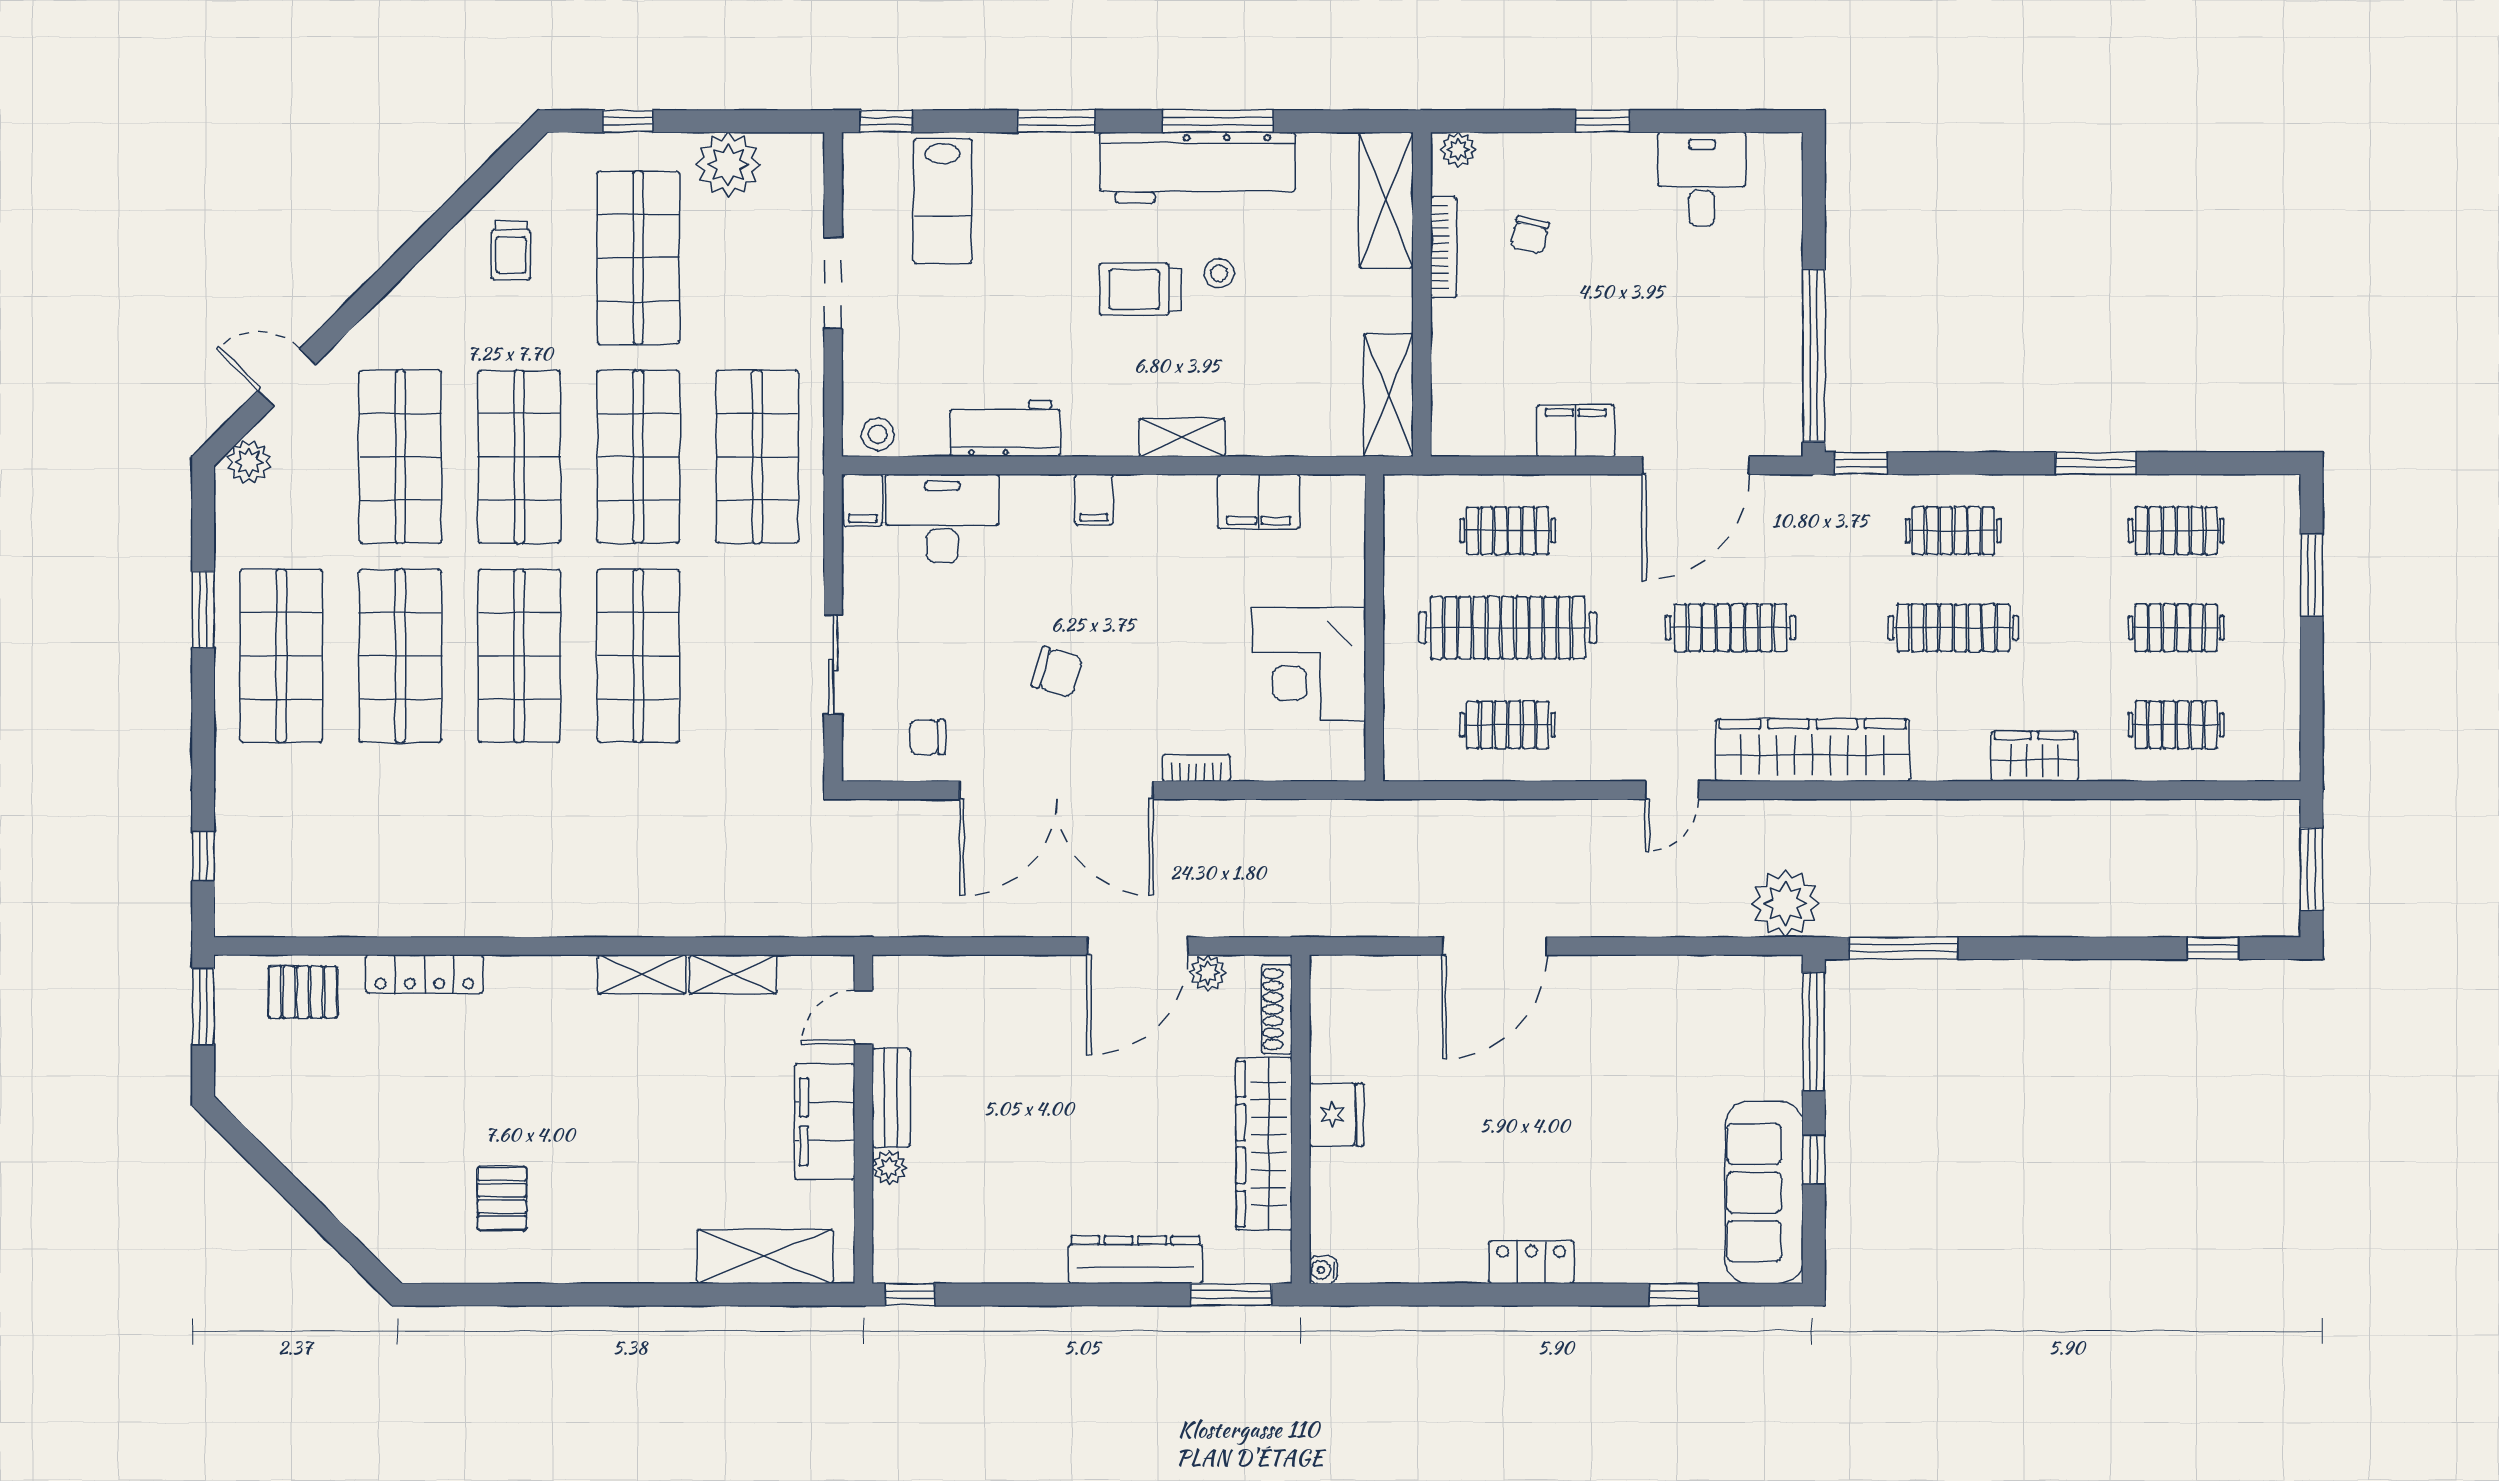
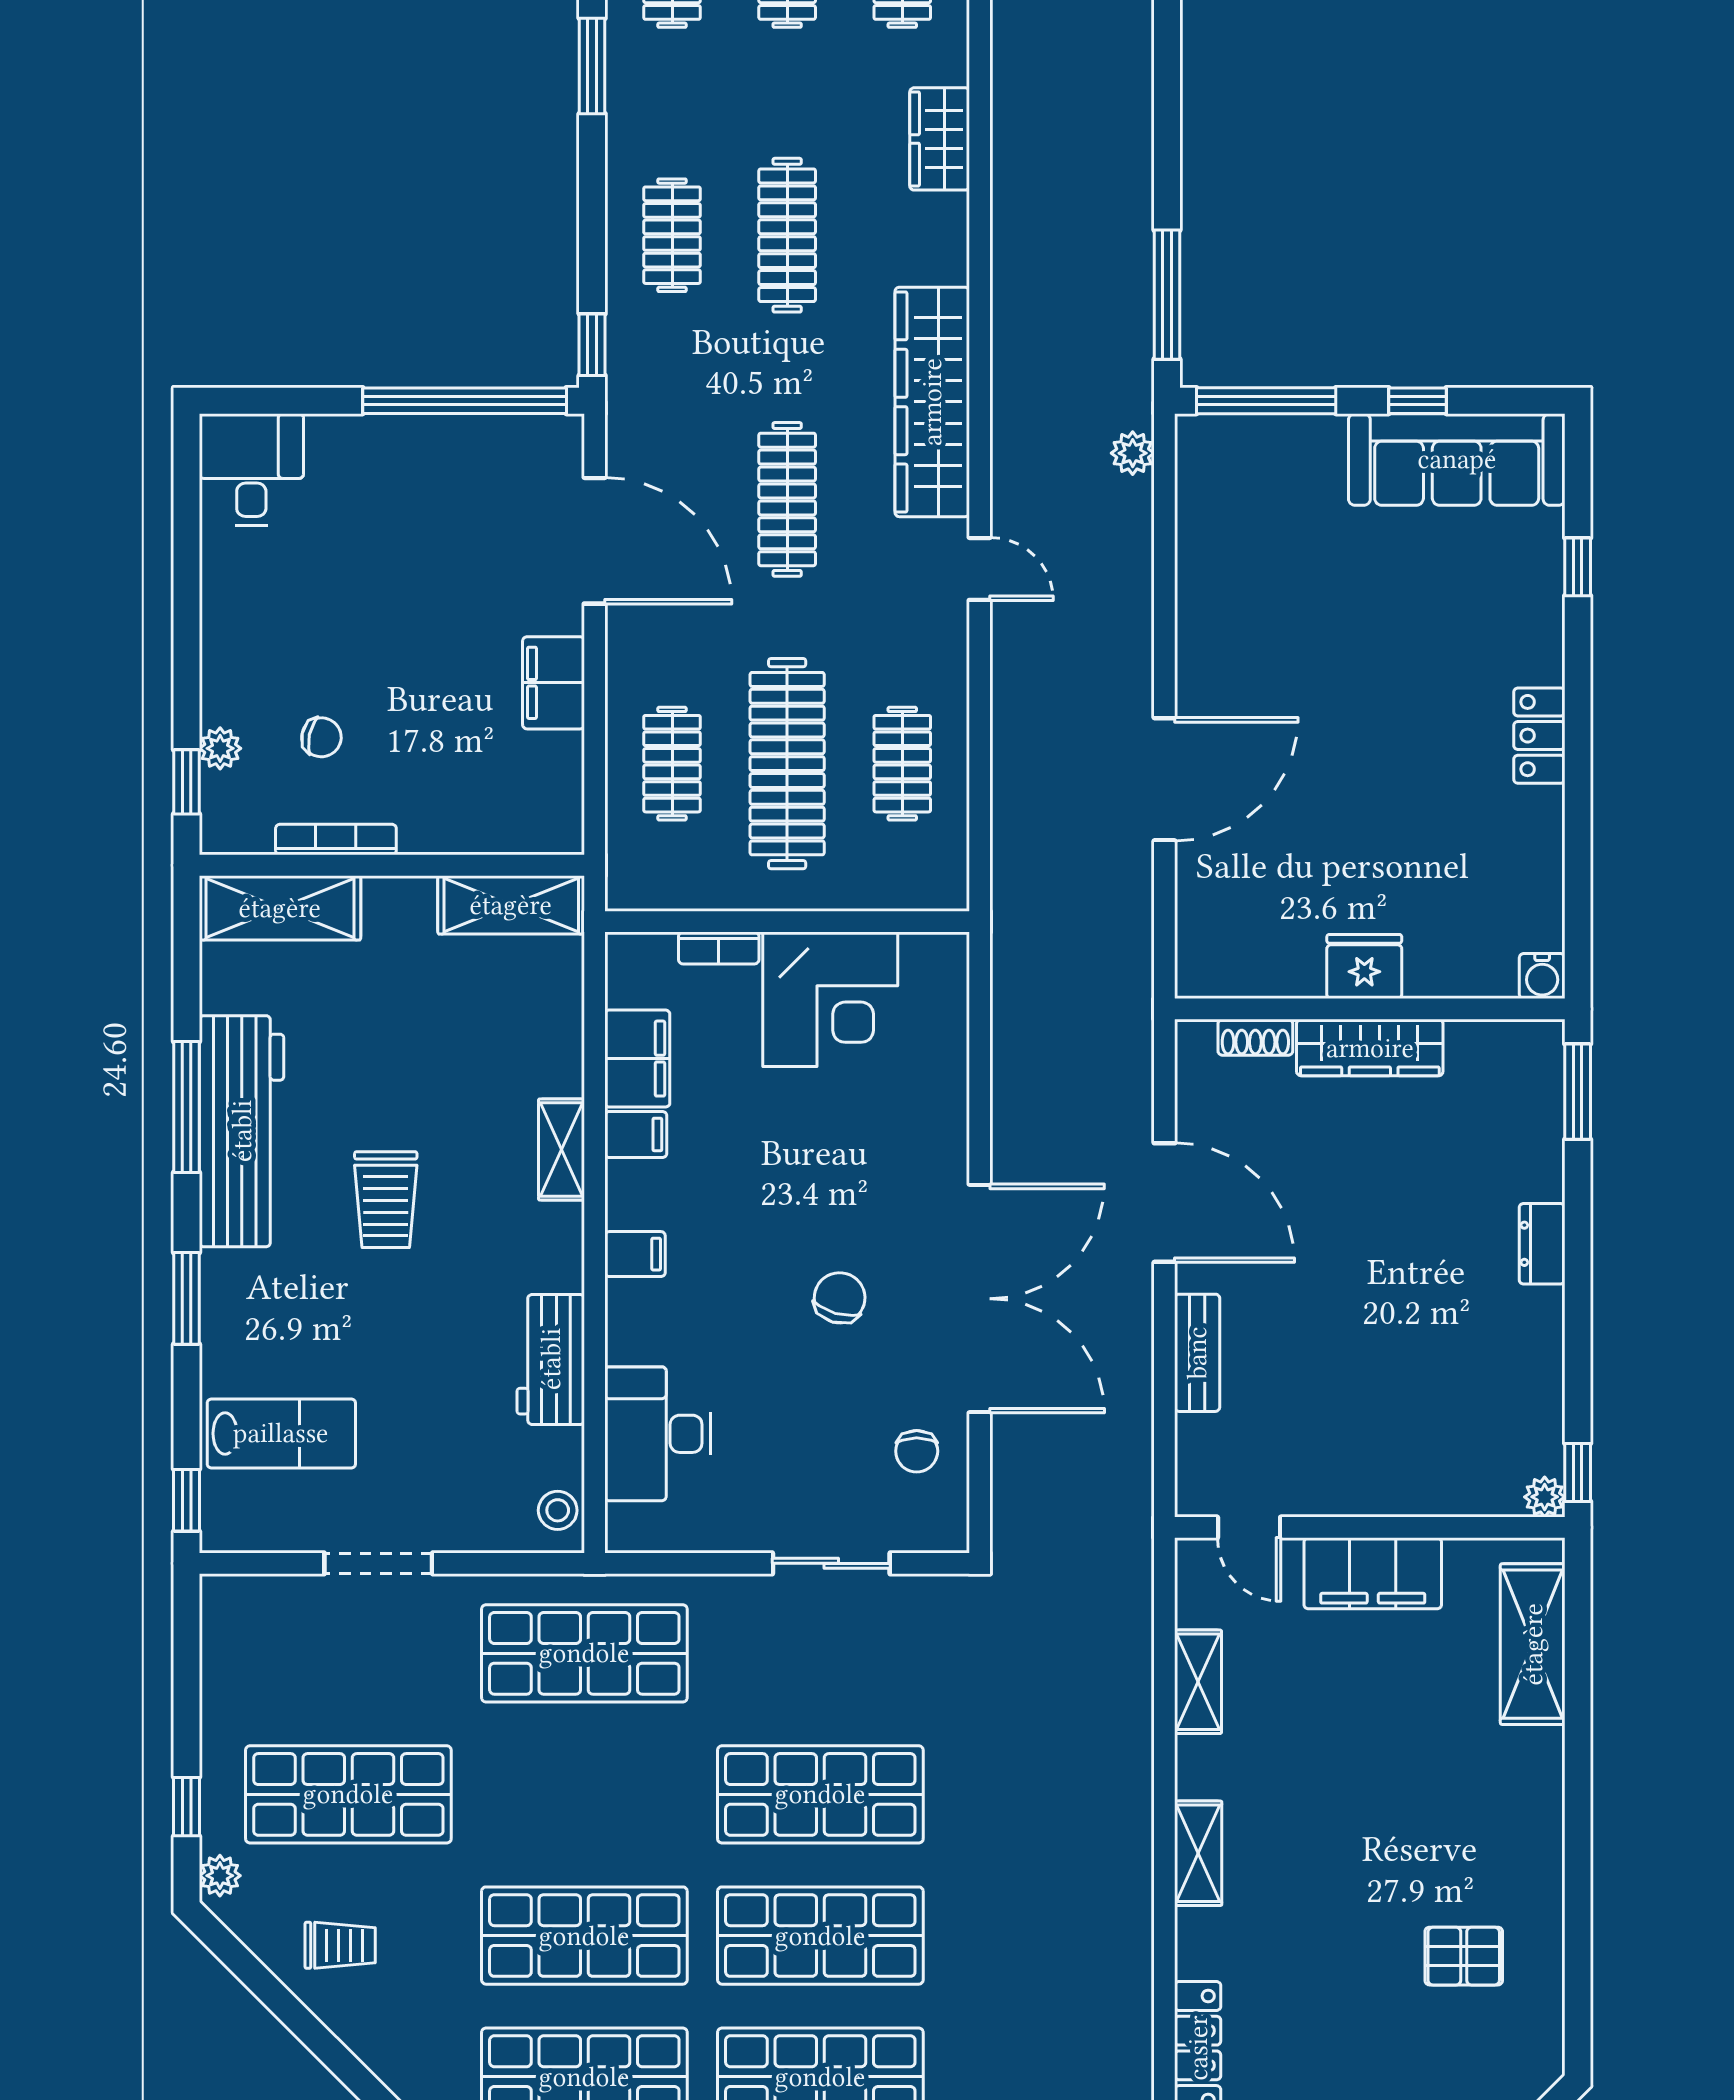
window: (1603, 121) -> (187, 782), moved
plant: (1458, 149) -> (220, 748), moved
plant: (728, 164) -> (220, 1876), moved, width x0.53, depth x0.53
desk: (1702, 179) -> (251, 470), moved, turned 90
stool: (1219, 273) -> (367, 1106), removed
shop shelf: (638, 457) -> (584, 1794), removed
filing cabinet: (863, 500) -> (636, 1134), moved
bookcase: (1196, 768) -> (719, 948), moved, turned -90
plant: (1785, 903) -> (1133, 453), width x0.53, depth x0.53
door: (1494, 946) -> (1164, 779), hinge flipped
plant: (1208, 973) -> (1196, 1119), removed
shelving: (642, 974) -> (1198, 1853), moved
shoe rack: (1277, 1009) -> (1255, 1037), width x0.70
bench: (891, 1098) -> (1197, 1353), moved, turned 90
wardrobe: (1264, 1144) -> (1370, 1048), width x0.71, depth x0.85
plant: (889, 1168) -> (1545, 1497), moved
dresser: (1135, 1260) -> (1542, 1244), width x0.51, depth x0.80
water cooler: (1323, 1270) -> (1542, 976), width x1.38, depth x1.38

